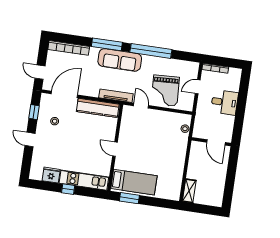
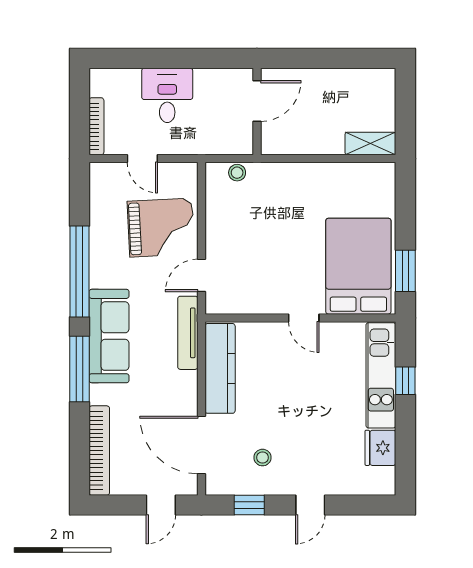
door: (115, 149) -> (304, 318), hinge flipped
bed: (134, 182) -> (358, 266), width x1.50
window: (68, 189) -> (405, 381), moved

